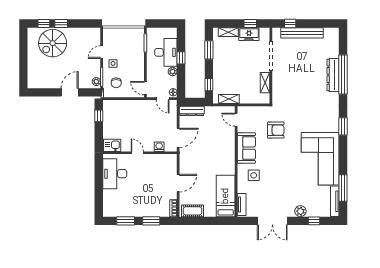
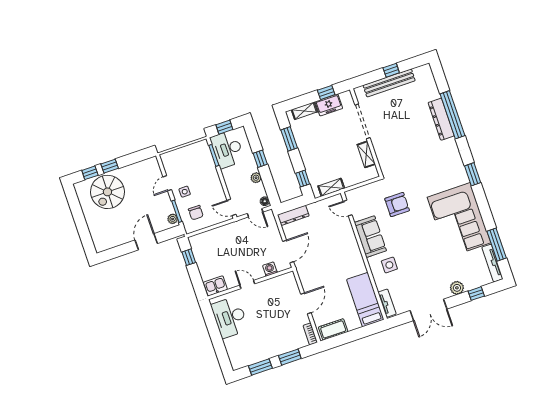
window: (161, 23) -> (224, 127), added
window: (290, 23) -> (391, 70), moved
desk: (166, 52) -> (227, 149), moved, turned 180

